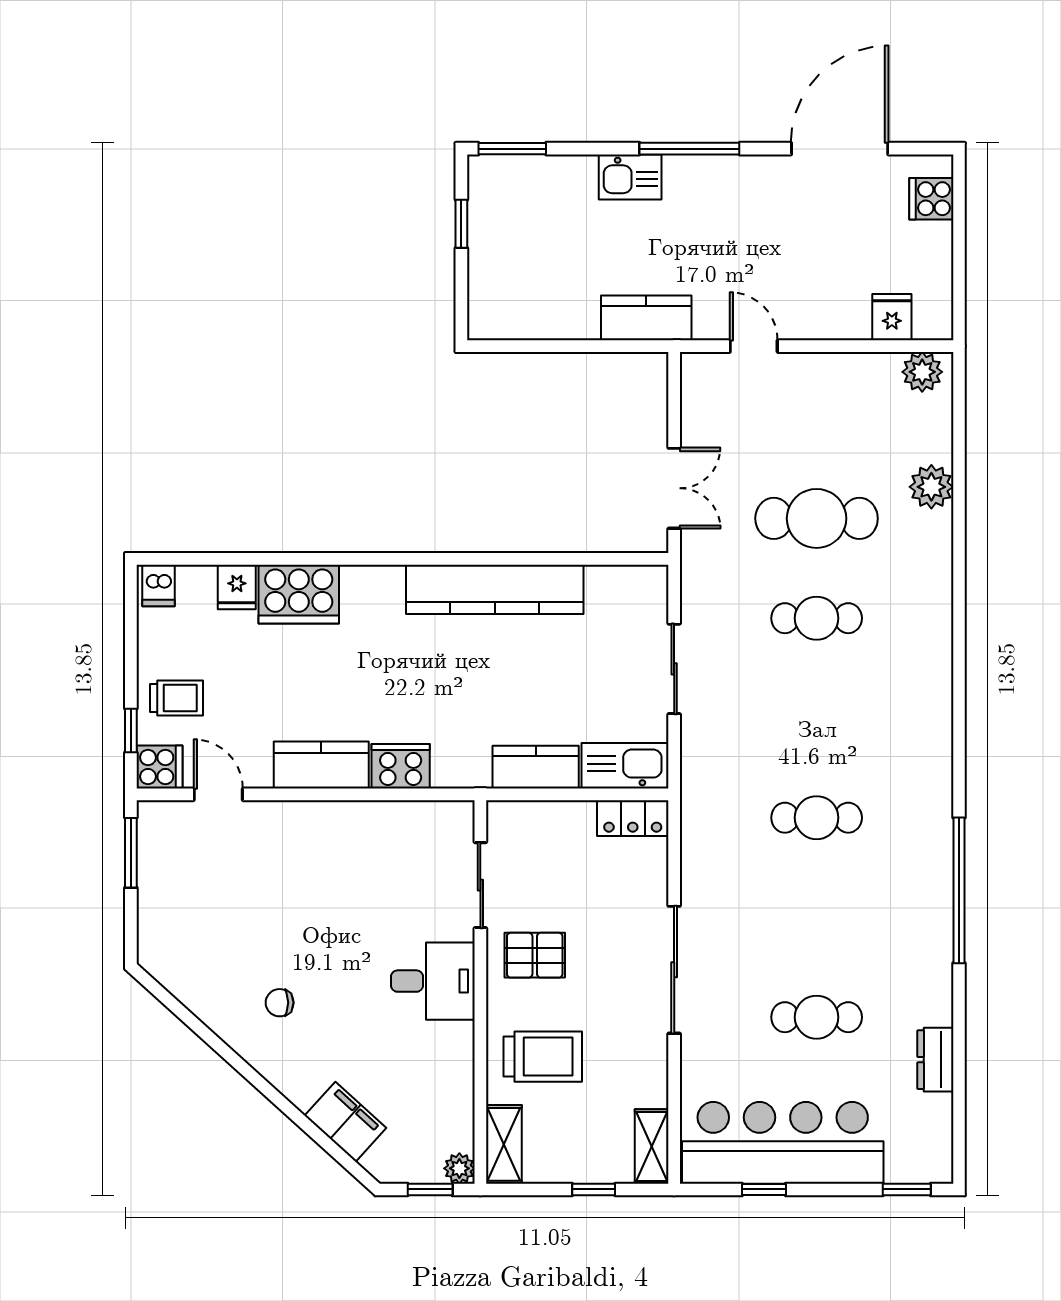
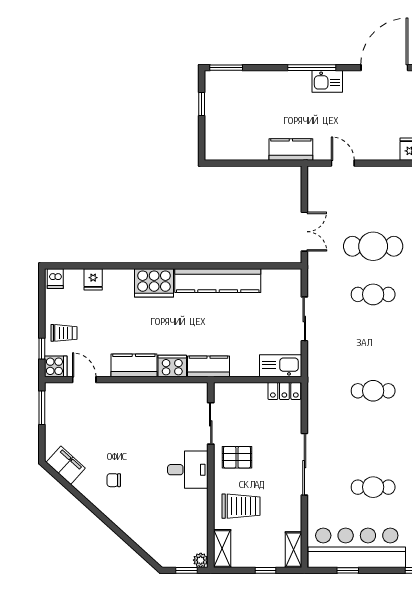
kitchen sink: (630, 177) -> (327, 81), moved
cooker: (299, 594) -> (154, 283), moved
kitchen counter: (536, 767) -> (209, 366), moved
filing cabinet: (345, 1122) -> (66, 465), moved

